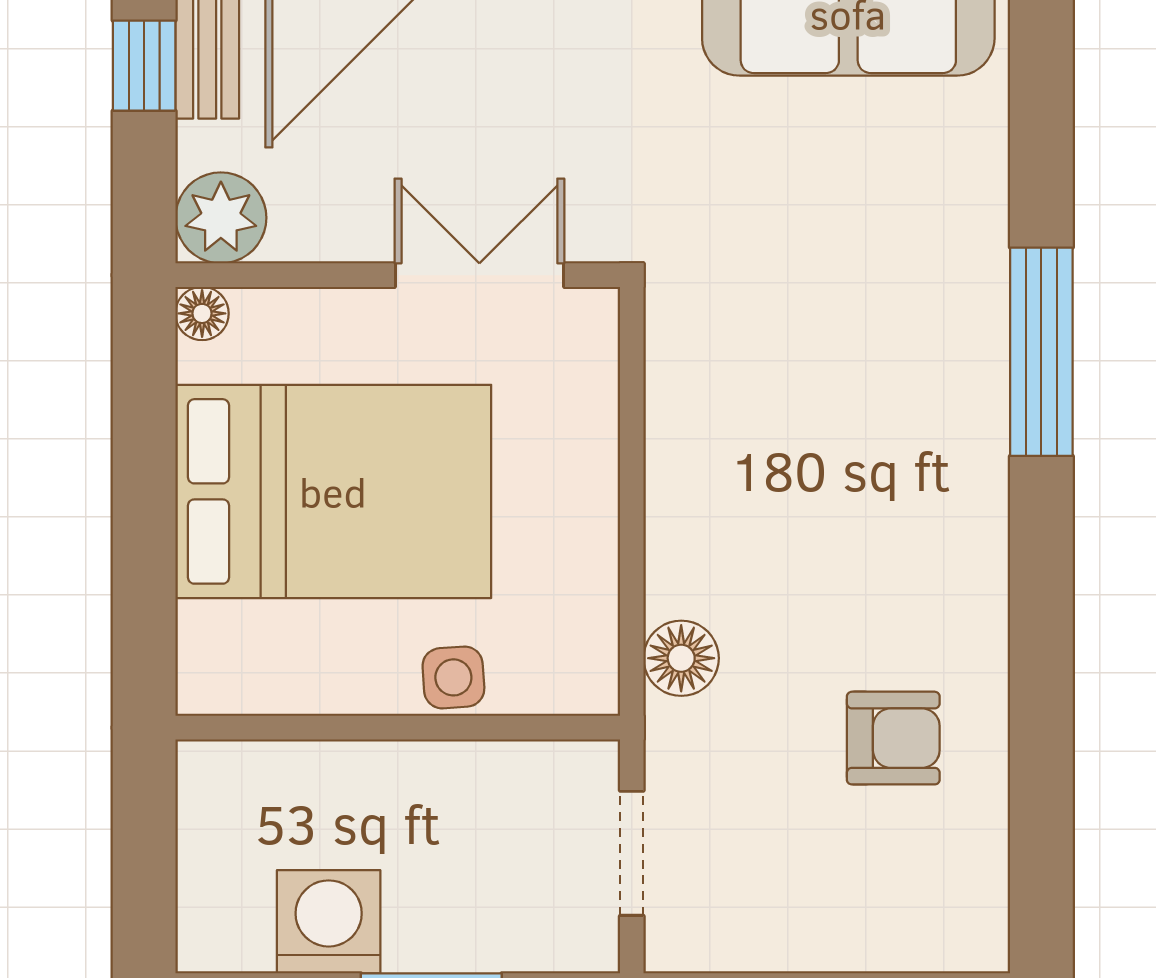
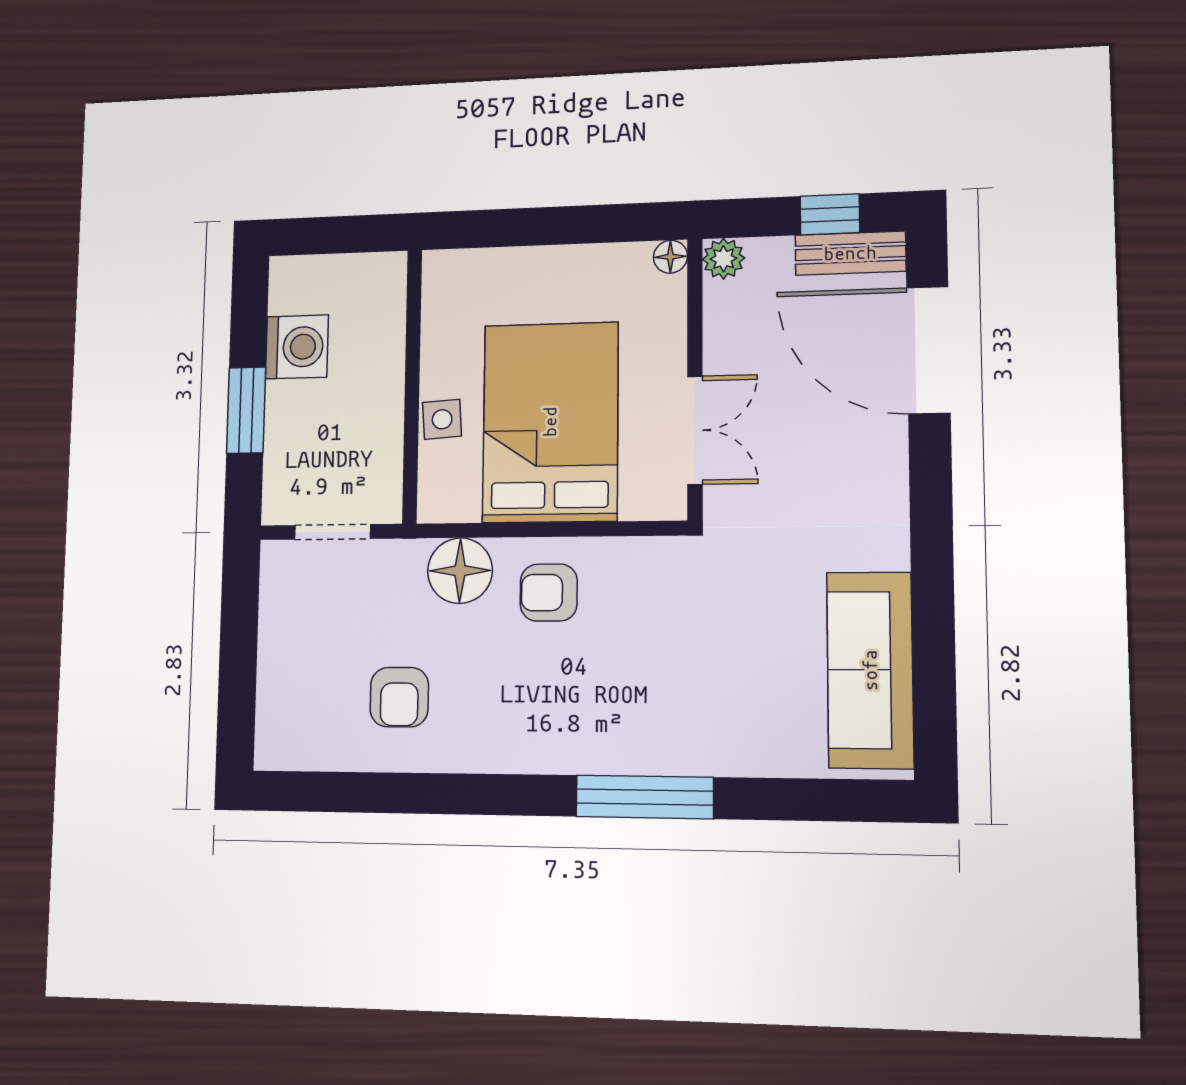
plant: (221, 218) -> (724, 259), width x0.73, depth x0.73
bed: (333, 491) -> (550, 422), moved, turned 180
armchair: (730, 502) -> (549, 593), added
floor lamp: (681, 658) -> (460, 571), width x1.38, depth x1.38

